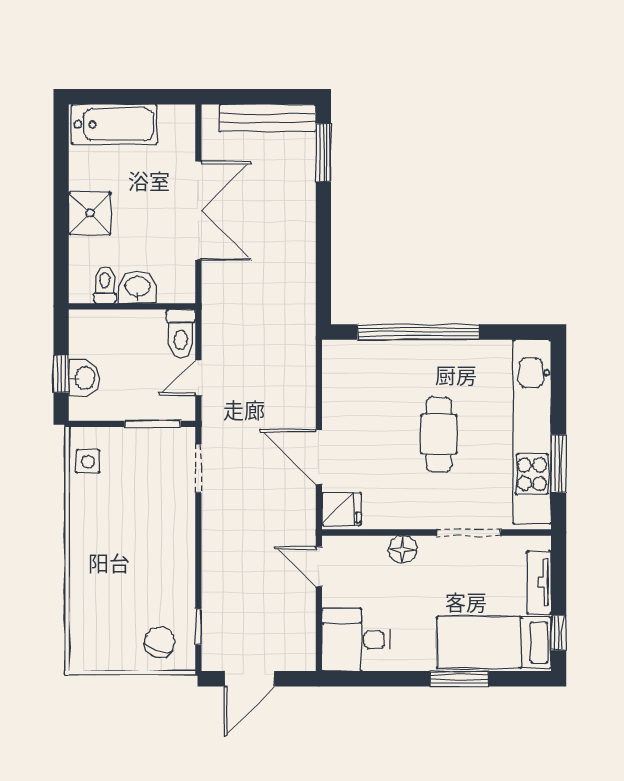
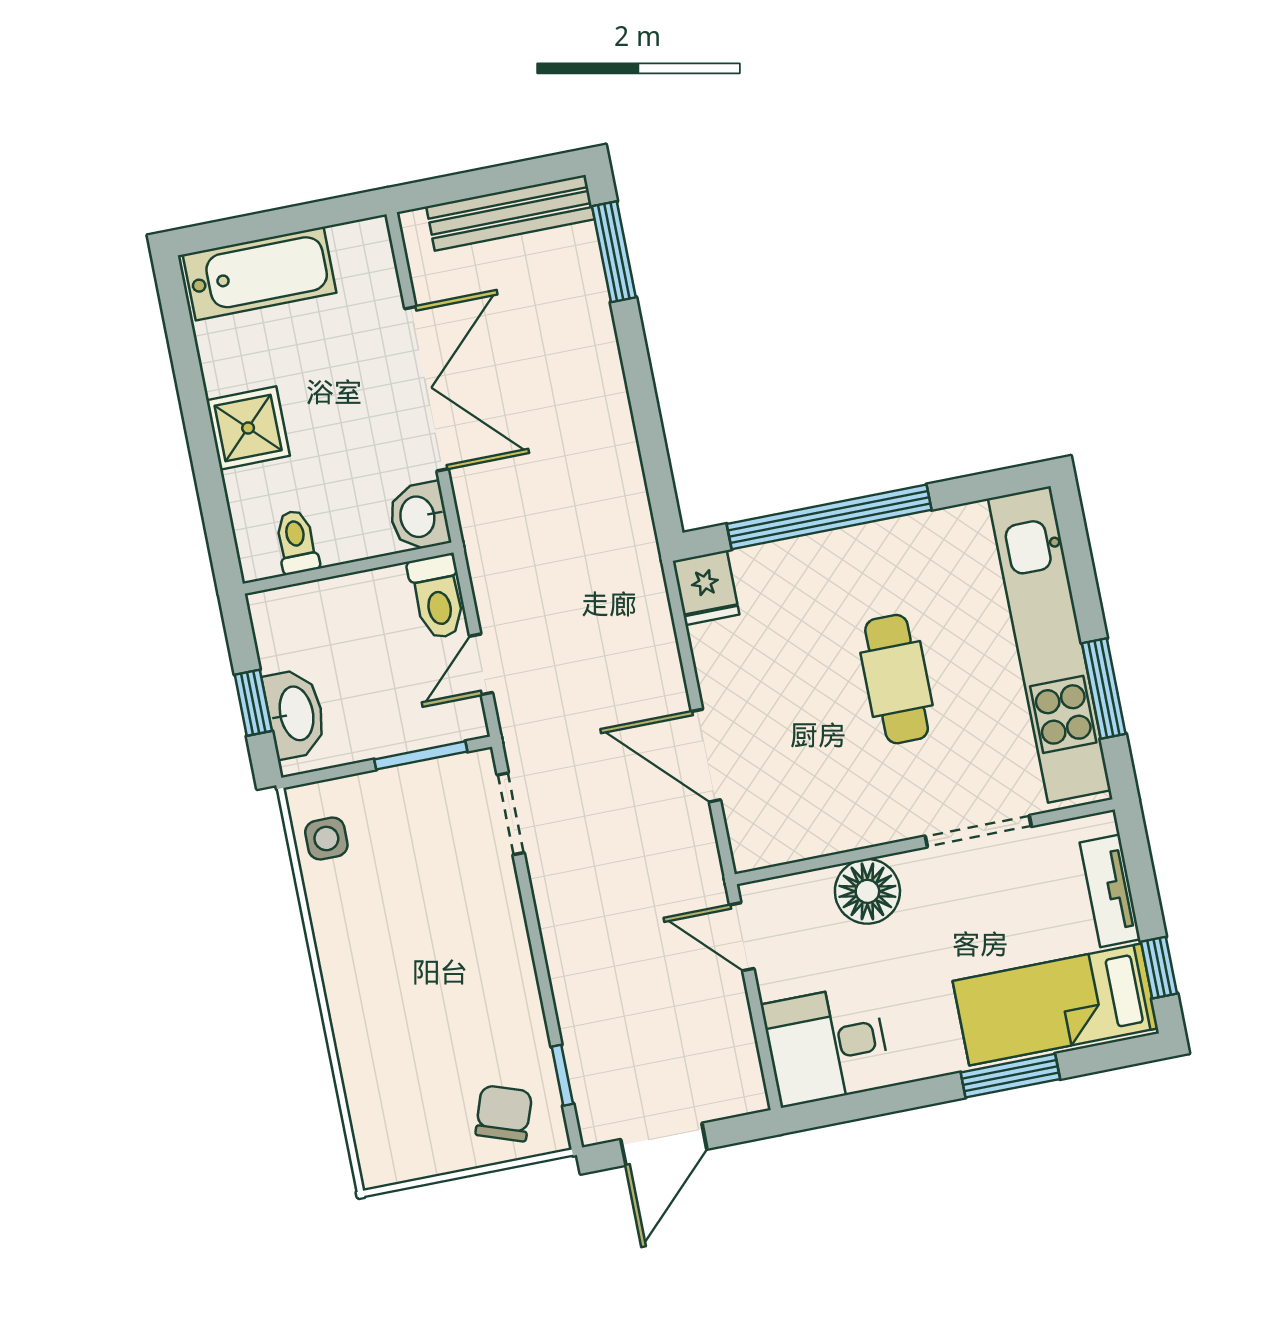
washbasin: (137, 287) -> (419, 516), moved, turned -90
washbasin: (84, 378) -> (295, 714), width x1.38
fridge: (341, 509) -> (706, 588), moved, turned 90
floor lamp: (403, 550) -> (867, 891), width x1.38, depth x1.38

